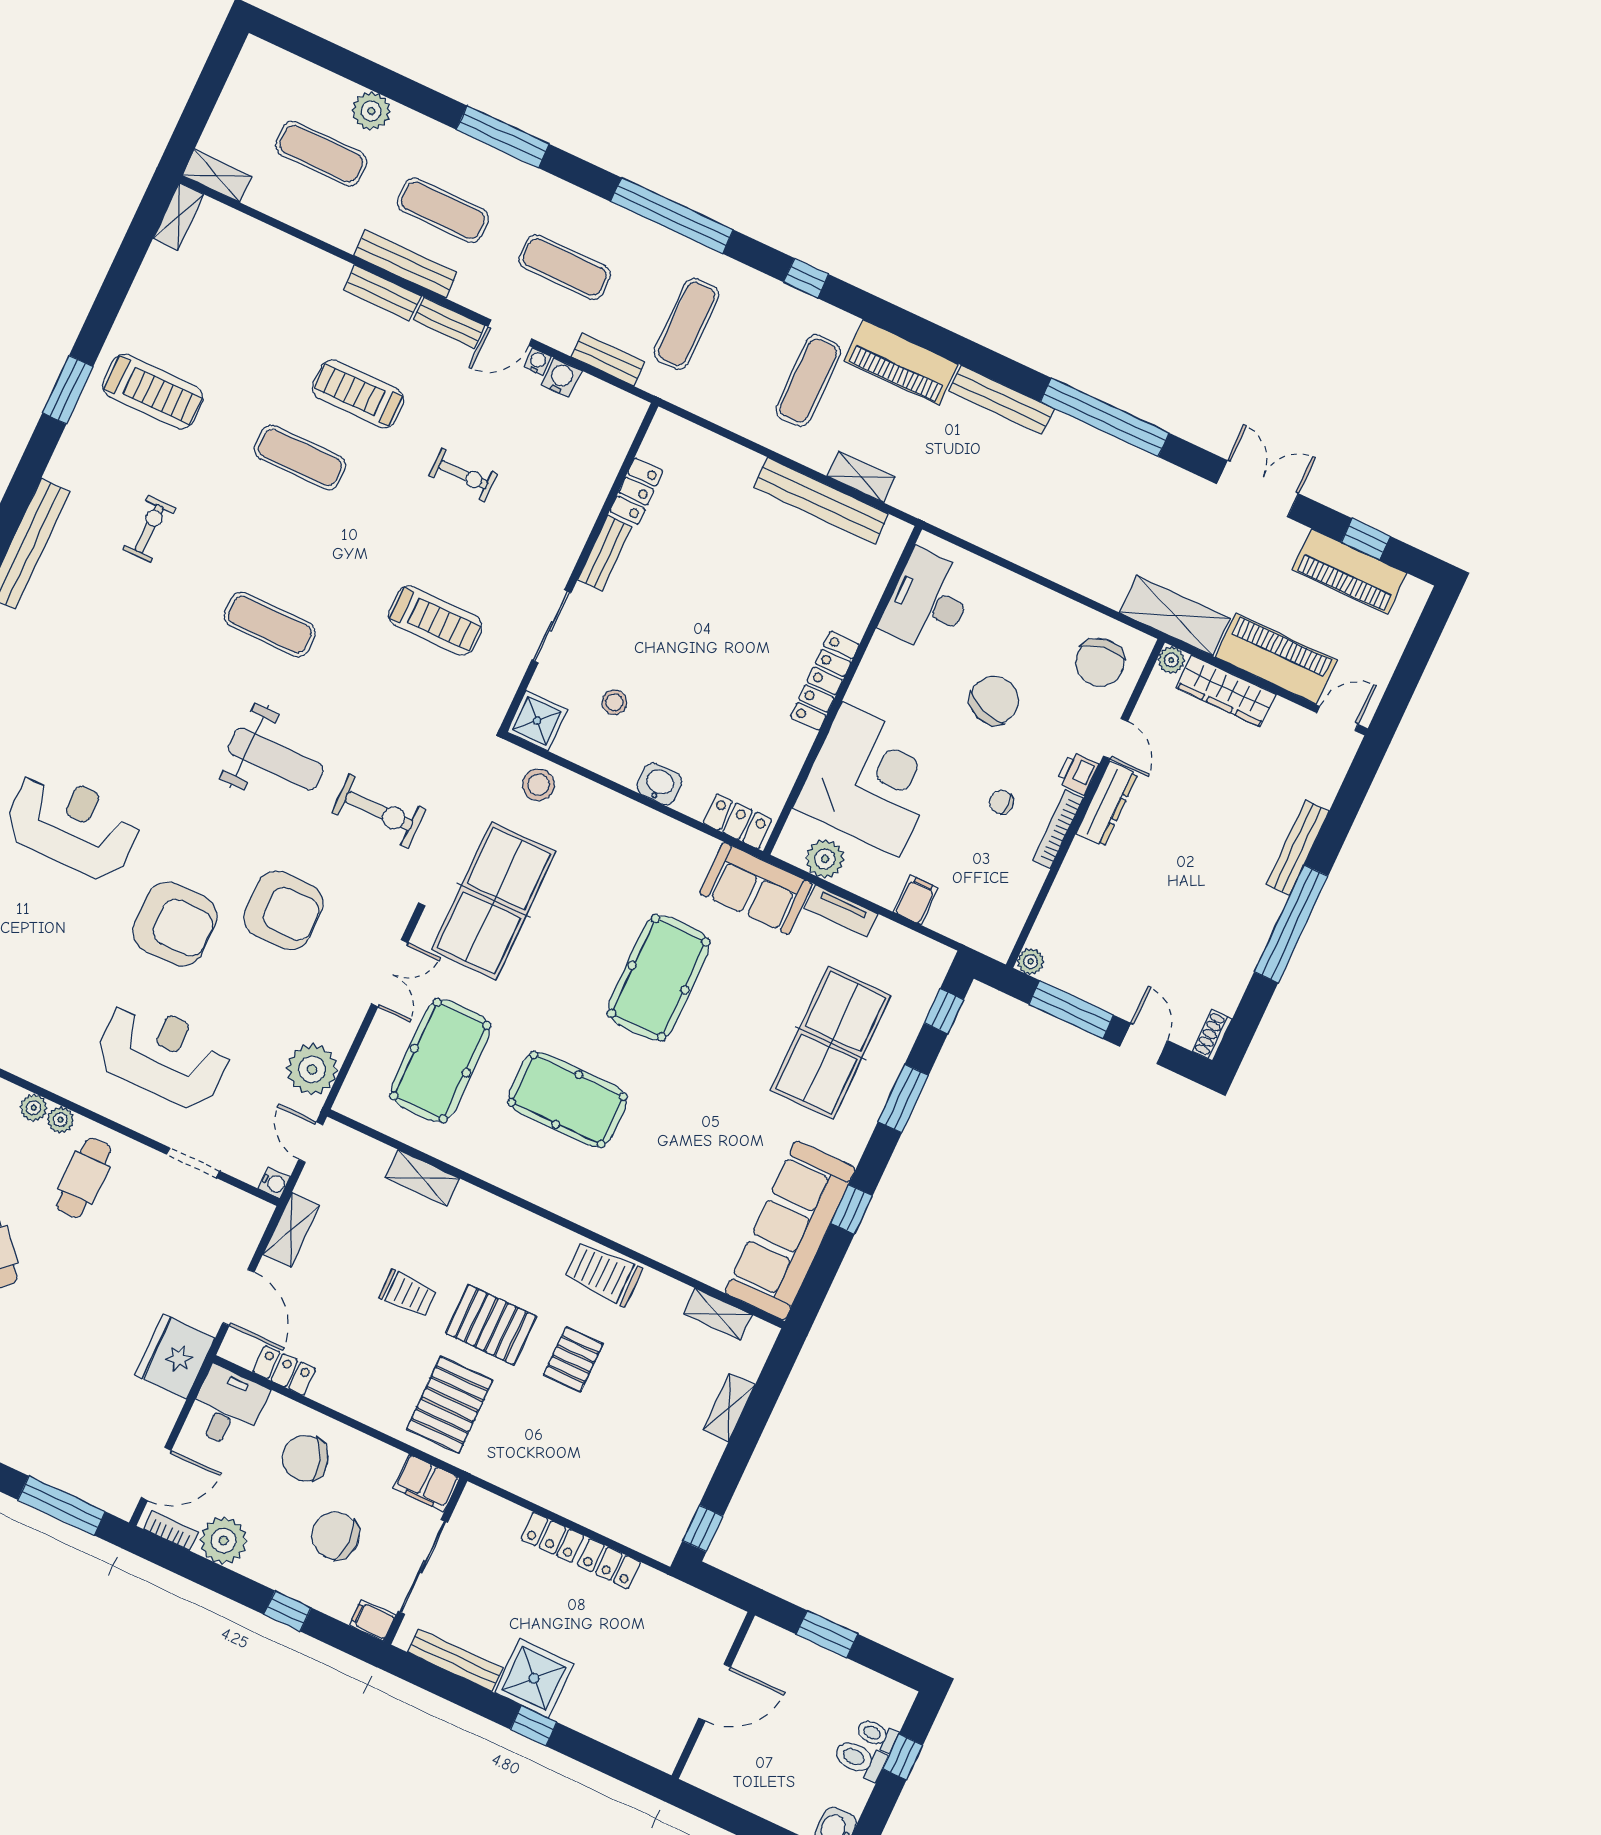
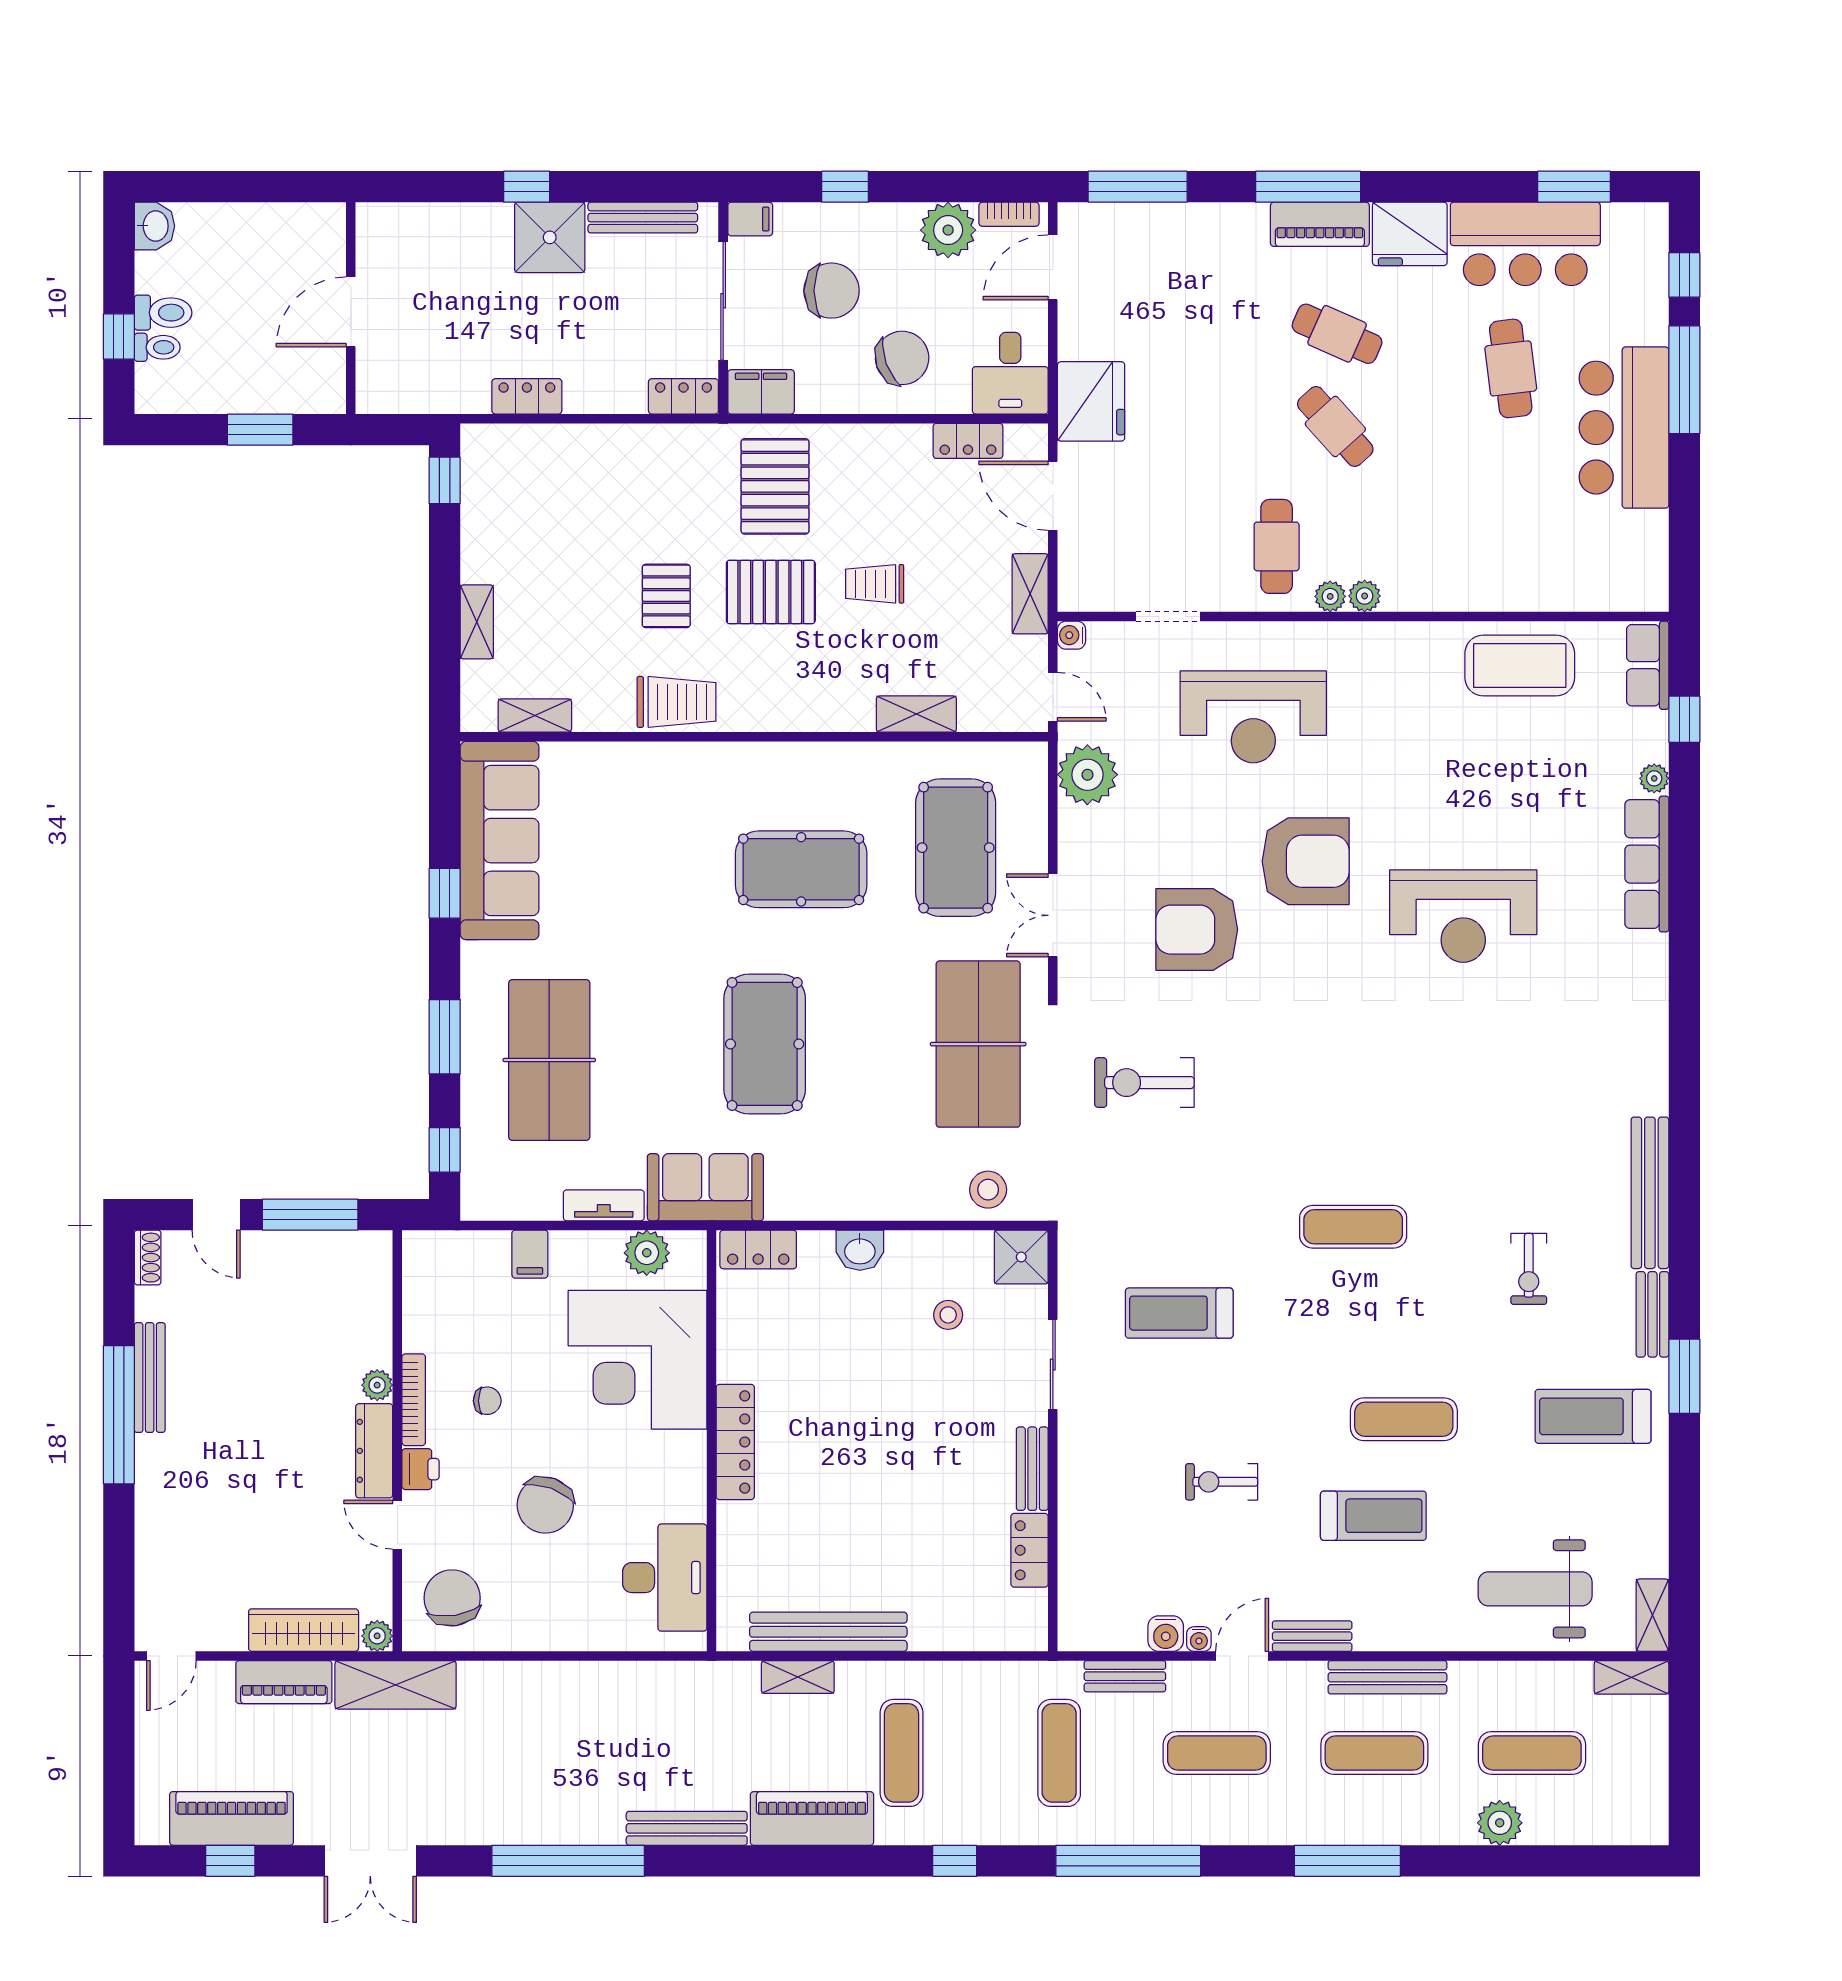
bench: (382, 293) -> (1652, 1314), moved, turned 90
piano: (1276, 659) -> (284, 1682), width x0.73, depth x0.75
weight bench: (276, 759) -> (1535, 1589), moved
bench: (1298, 848) -> (150, 1378), moved
armchair: (175, 924) -> (1306, 861), turned 180
plant: (1031, 962) -> (377, 1385), moved
locker: (552, 1537) -> (683, 396), moved

